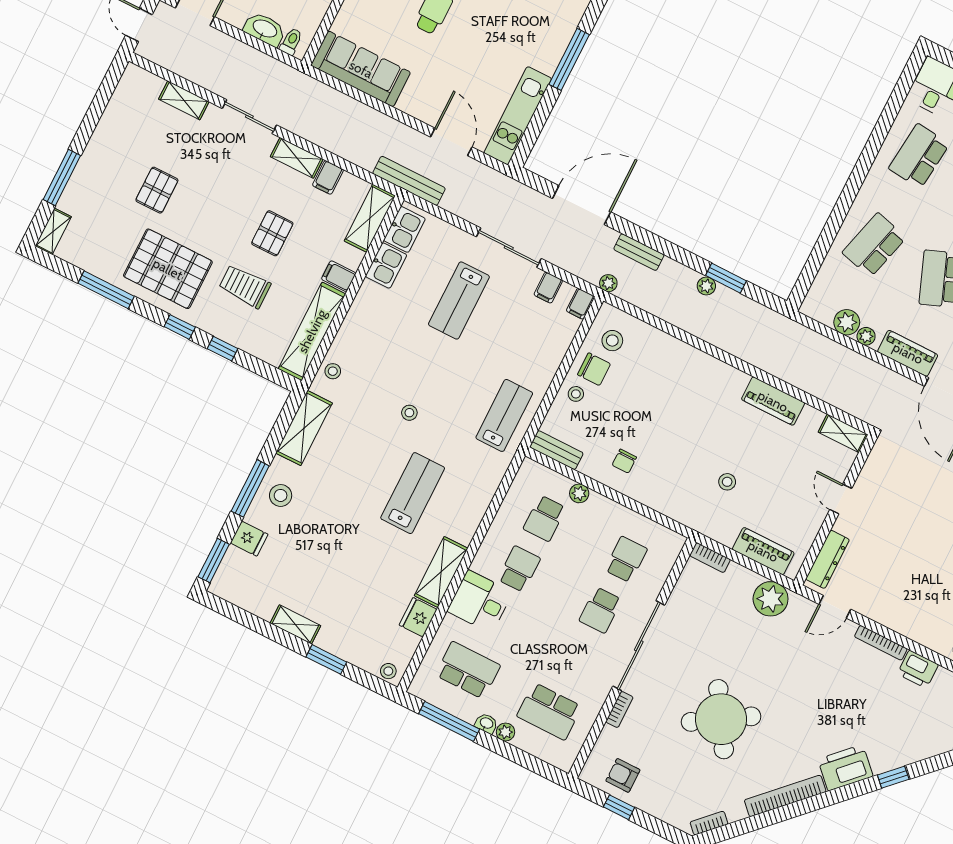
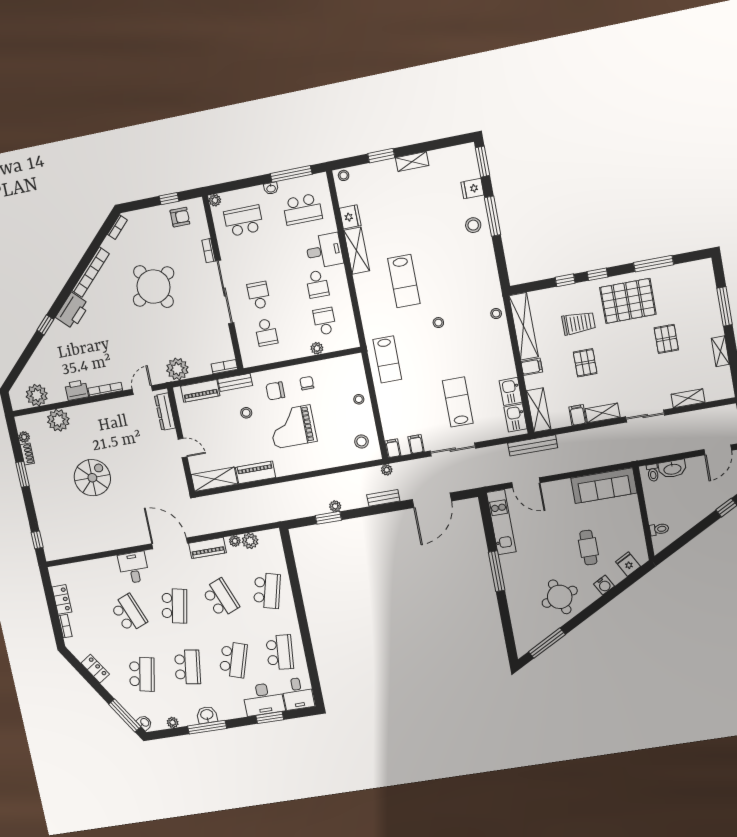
shelving: (53, 231) -> (720, 351), moved
chair: (594, 369) -> (275, 391), moved
grand piano: (683, 422) -> (292, 427), added
shelving: (304, 428) -> (488, 271), removed
shelving: (843, 433) -> (214, 479), width x1.50, depth x1.33
bench: (556, 450) -> (235, 382), moved
plant: (505, 732) -> (215, 200), moved

